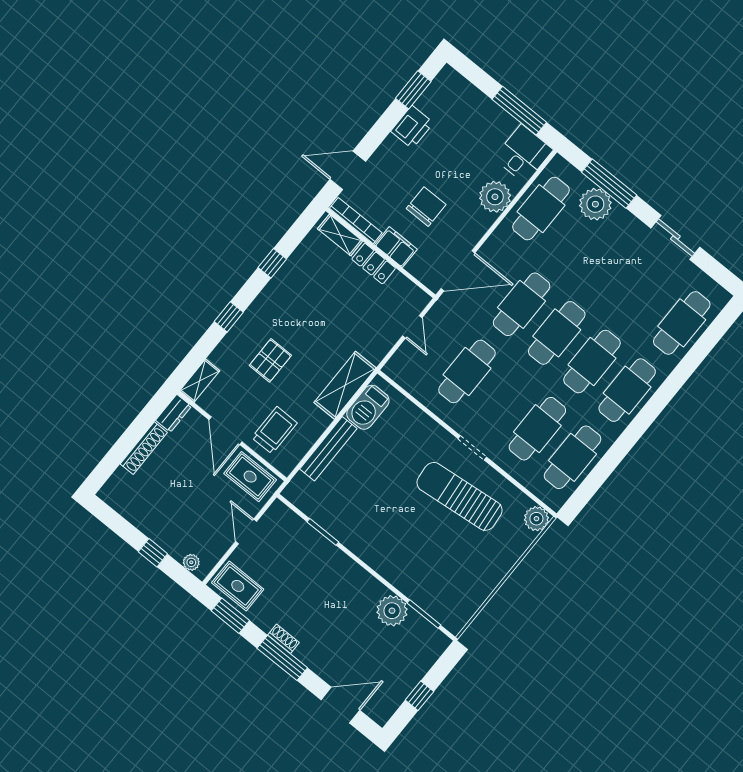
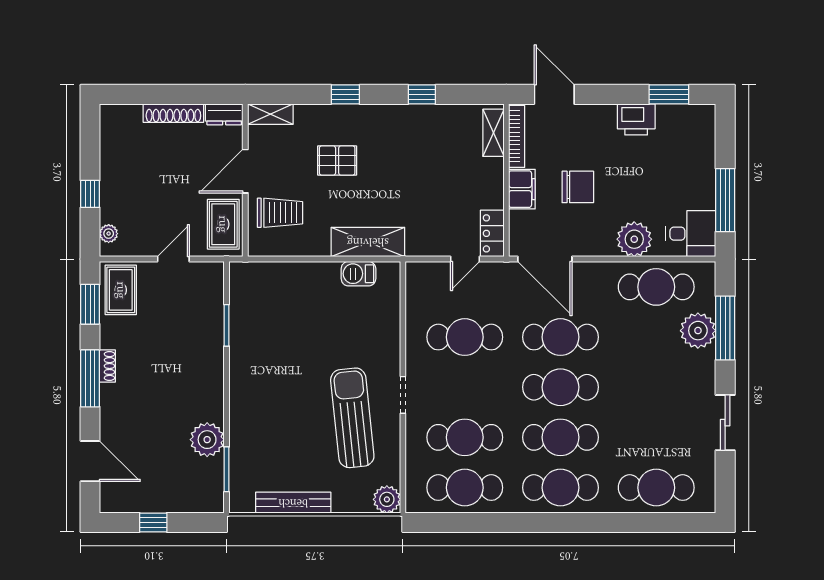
locker: (374, 264) -> (492, 233), moved
barbecue: (368, 407) -> (358, 274), width x0.73, depth x0.79
bench: (328, 449) -> (293, 503), moved

